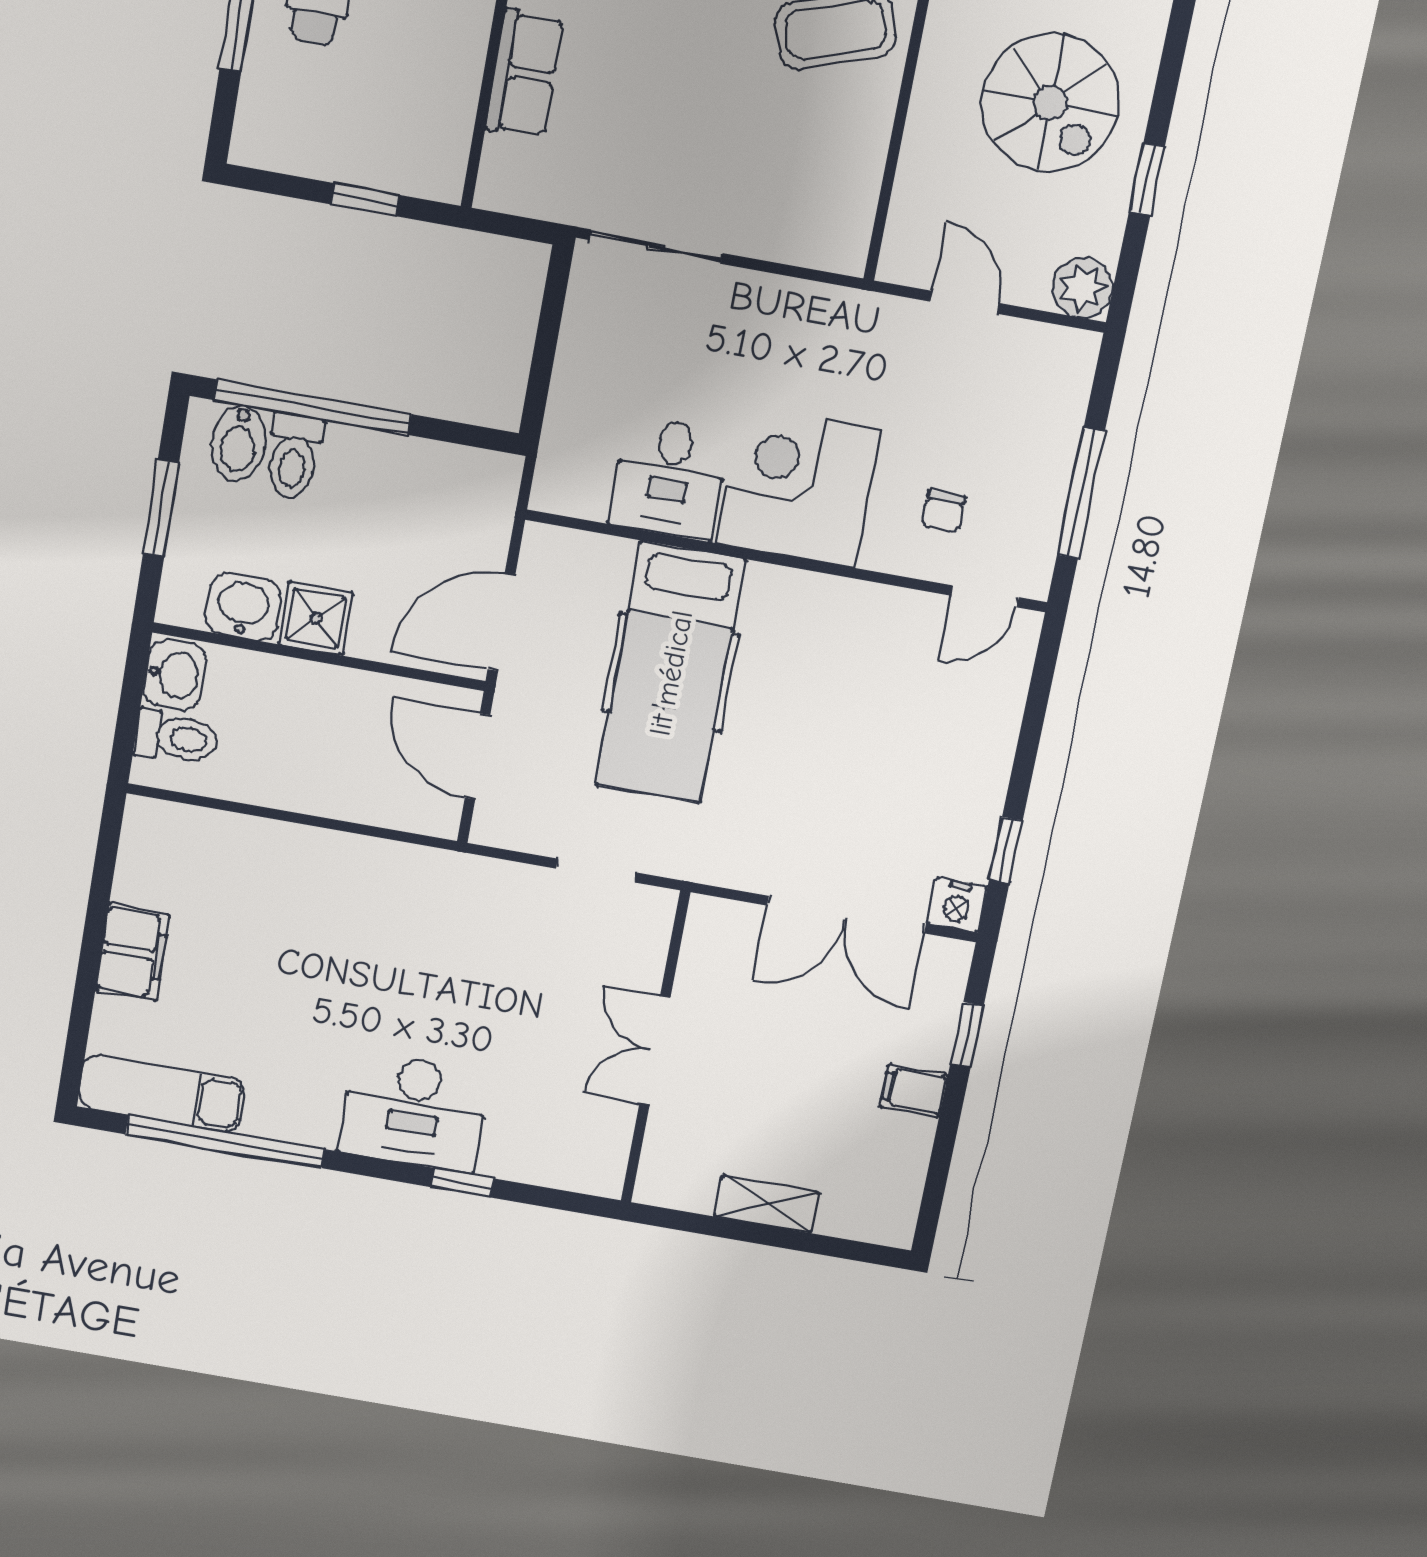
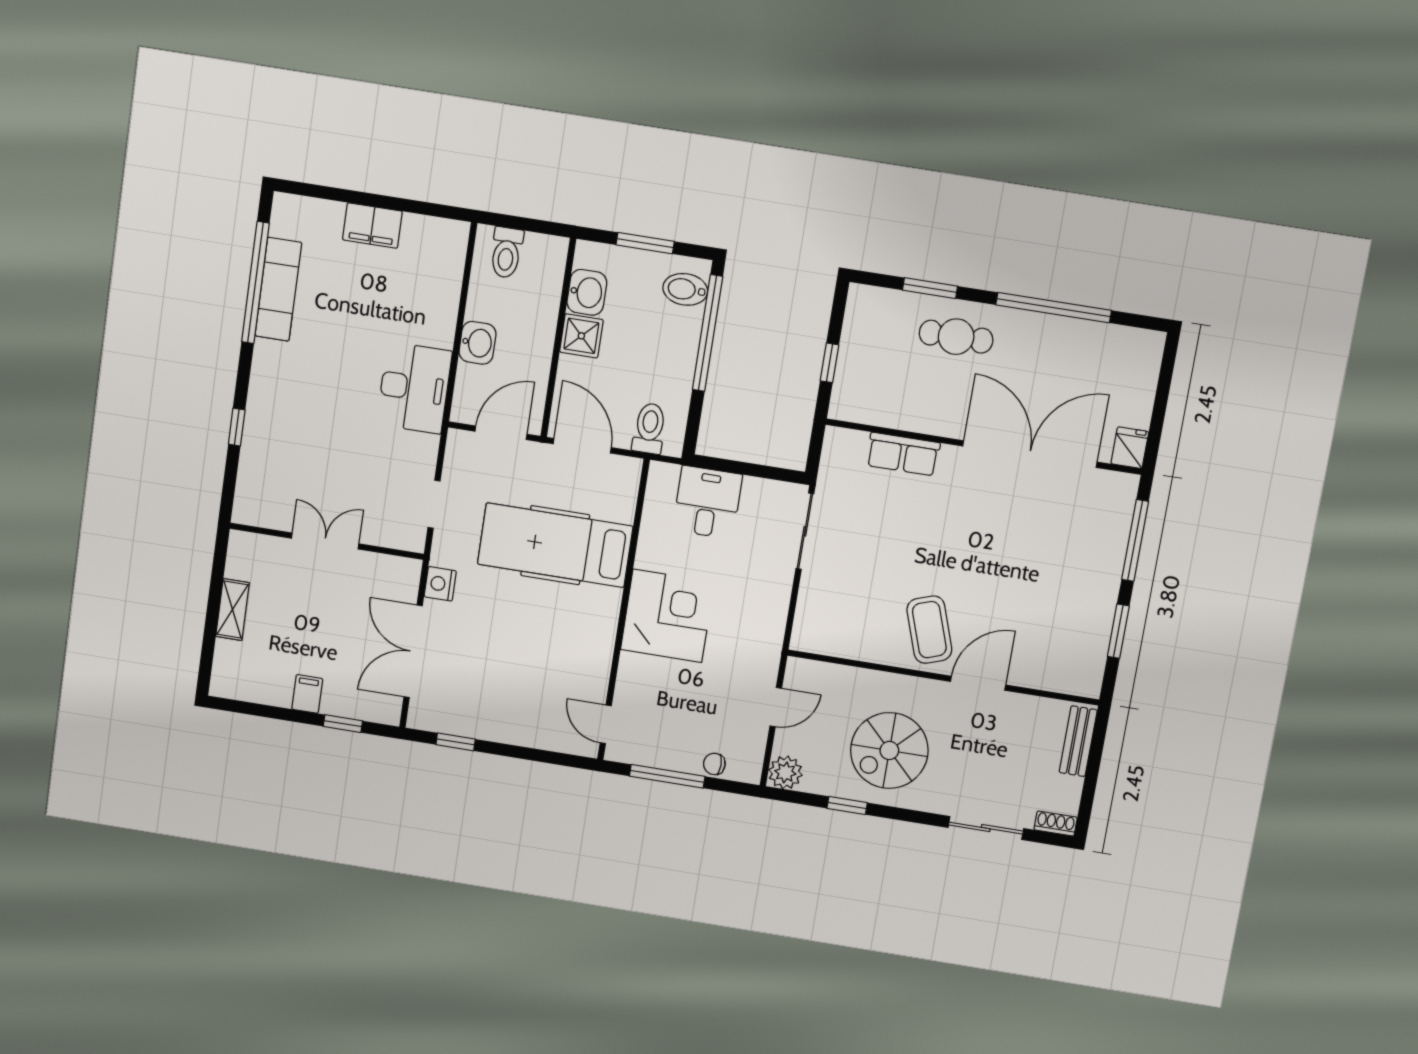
toilet: (293, 457) -> (649, 428), moved, turned 90
desk: (669, 478) -> (707, 502), moved, turned 90
chair: (944, 512) -> (714, 764), moved
washbasin: (175, 675) -> (477, 343), moved, turned -90
nightstand: (957, 905) -> (440, 584), moved
exam couch: (162, 1093) -> (278, 289), moved
desk: (414, 1112) -> (414, 388), moved, turned 180

